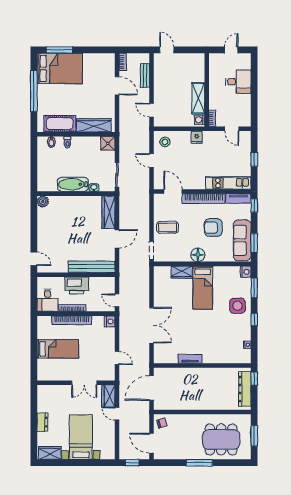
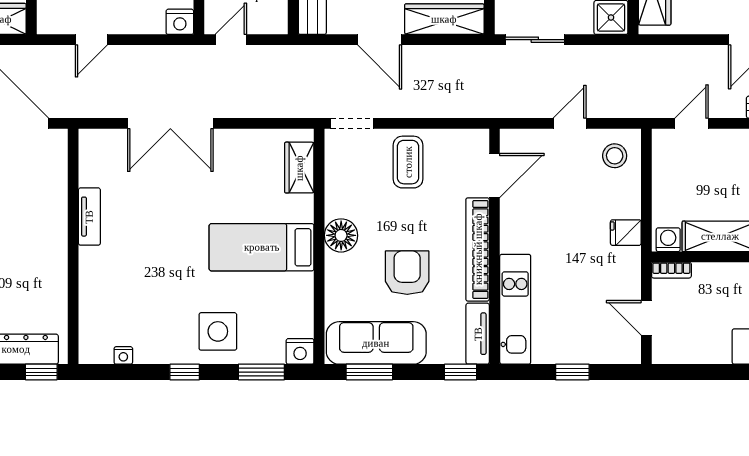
door: (232, 129) -> (646, 318), hinge flipped
wardrobe: (182, 272) -> (299, 168), moved

